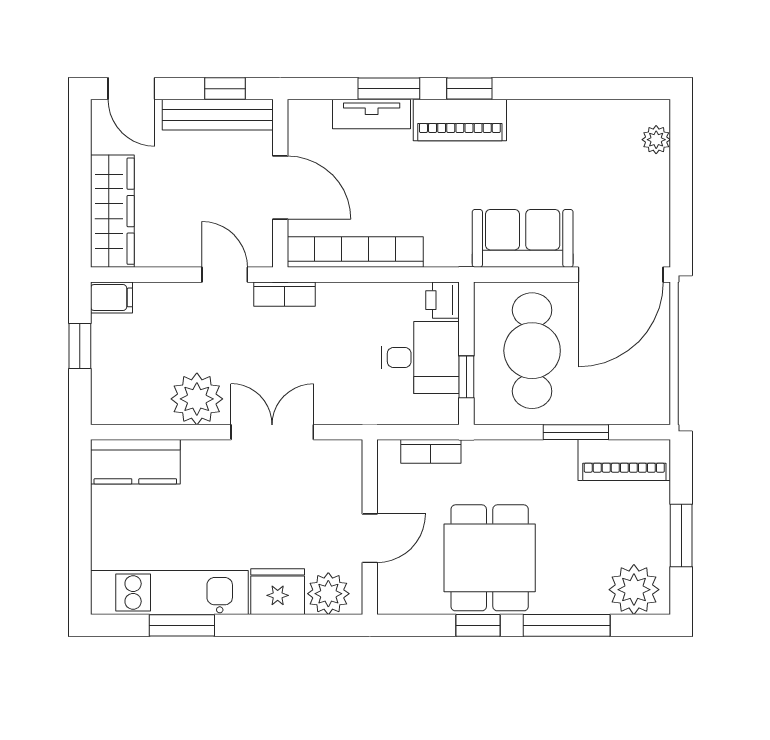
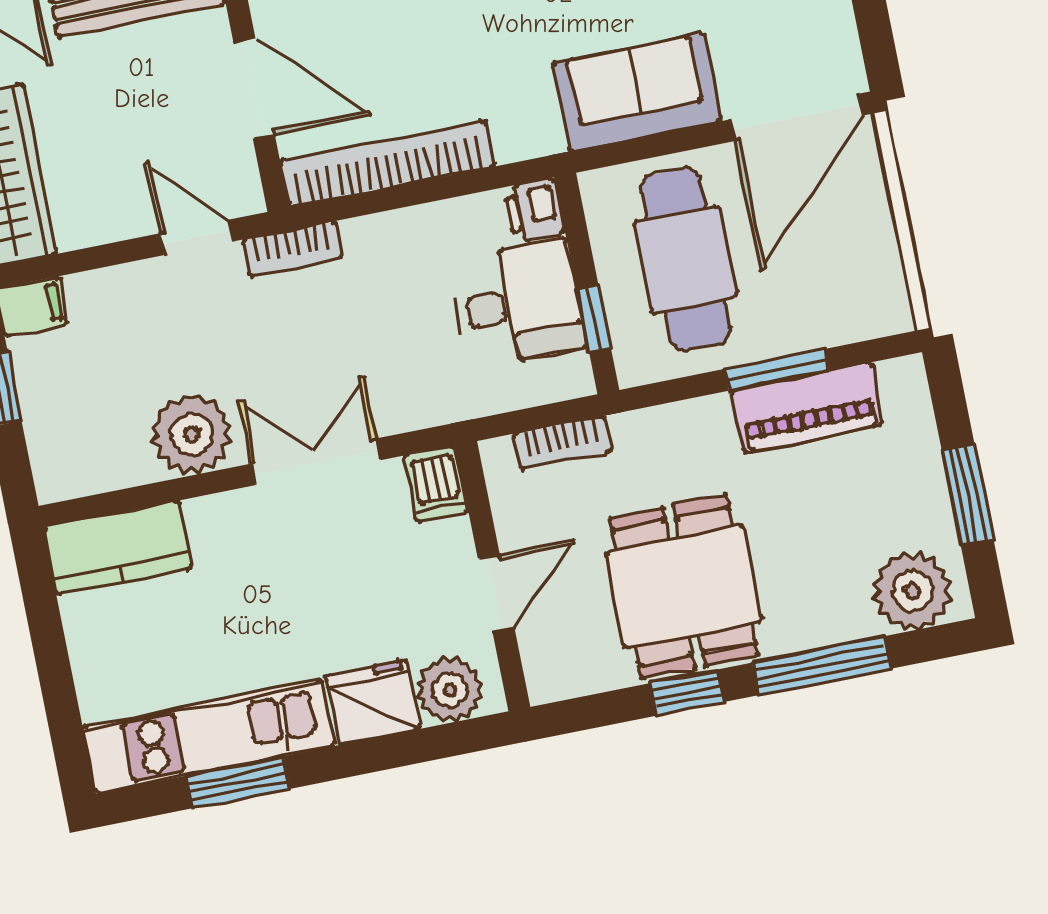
piano: (624, 460) -> (807, 408), moved
dishwasher: (346, 461) -> (436, 484), added

